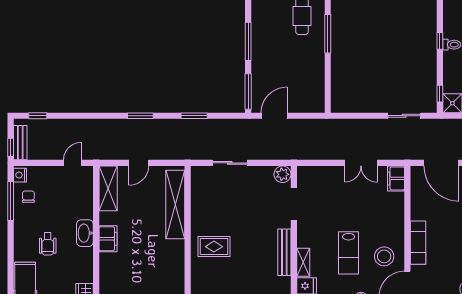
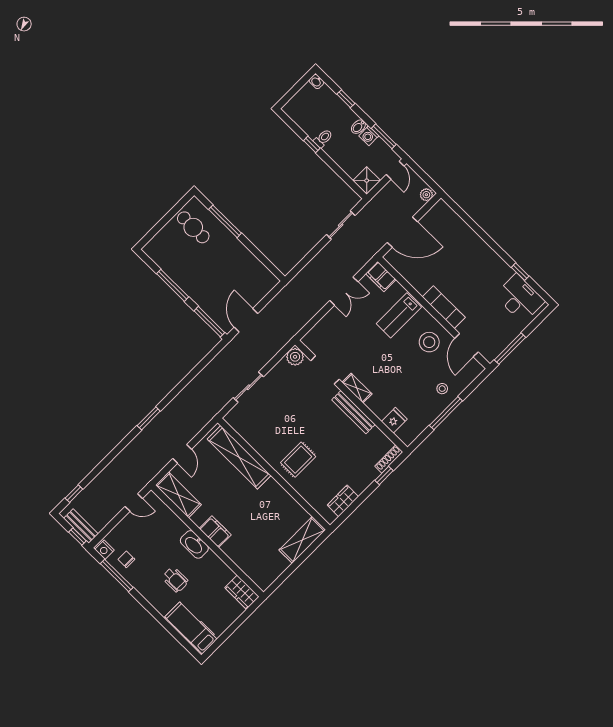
window: (440, 94) -> (351, 183), removed
window: (194, 116) -> (188, 379), removed
door: (72, 163) -> (134, 502), swing flipped
lab bench: (349, 253) -> (399, 315), moved, turned 90
shelving: (303, 262) -> (357, 388), moved

